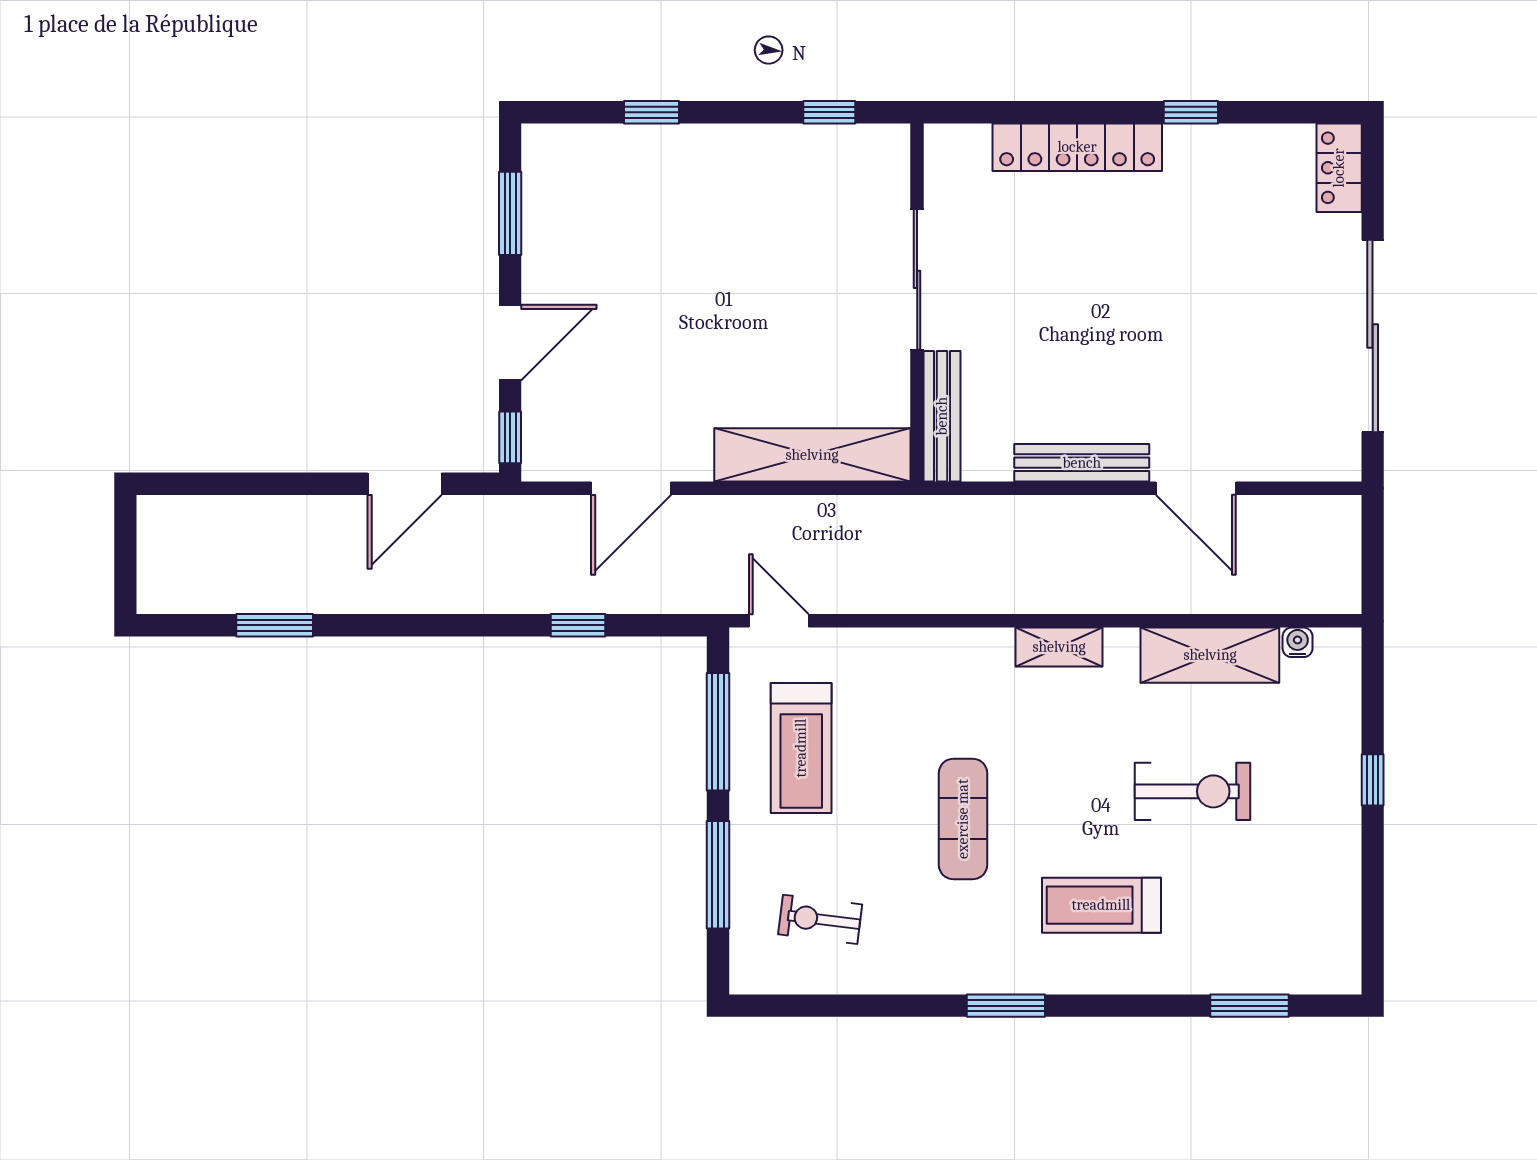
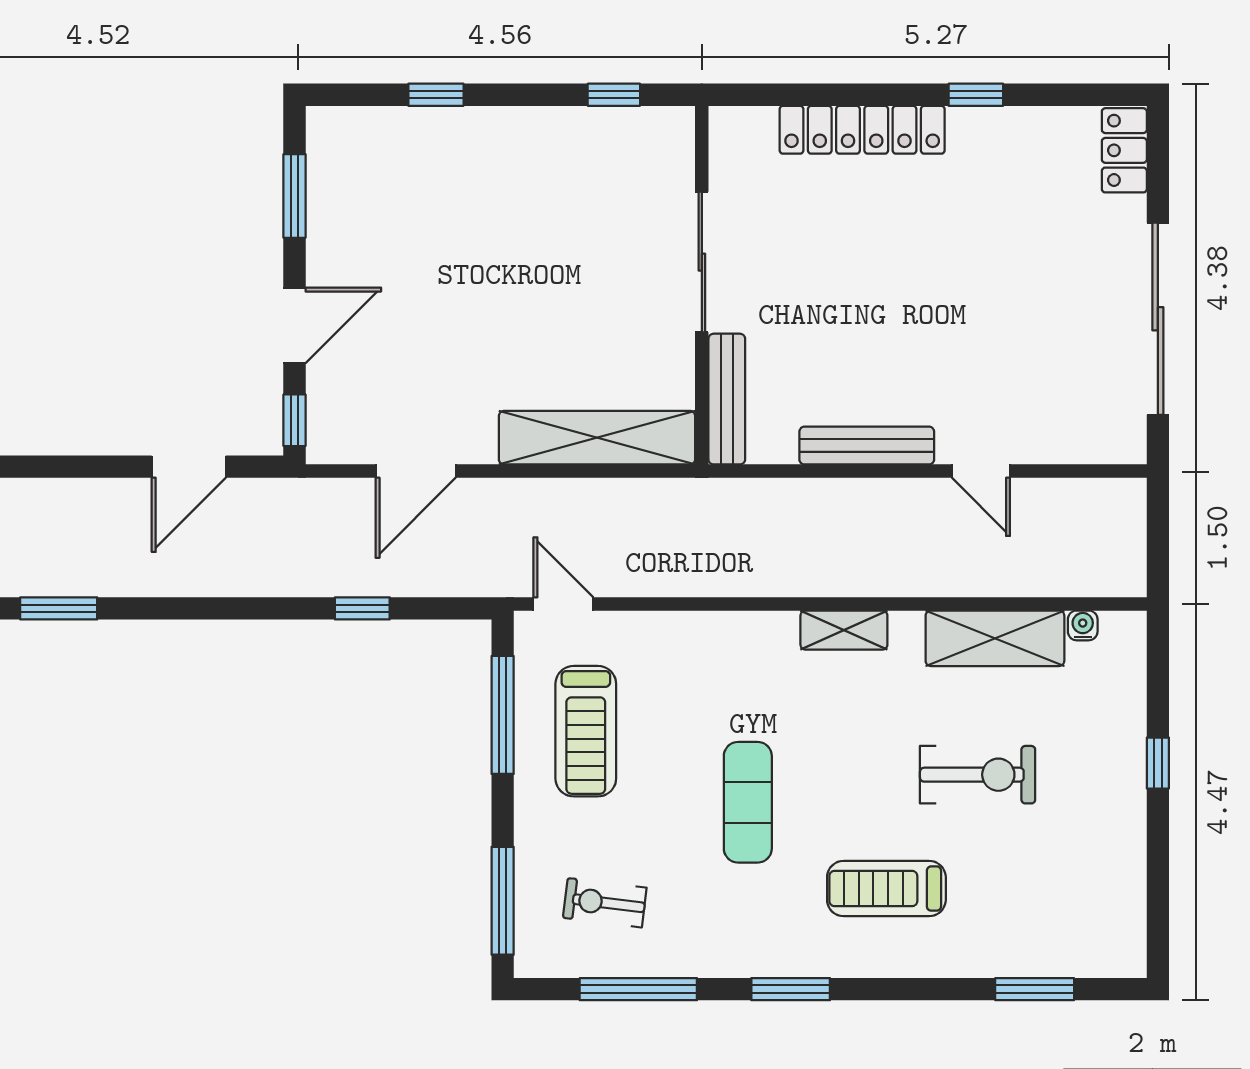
door: (1196, 488) -> (981, 471), width x0.73
window: (718, 875) -> (503, 901), moved
window: (854, 1006) -> (638, 989), added

